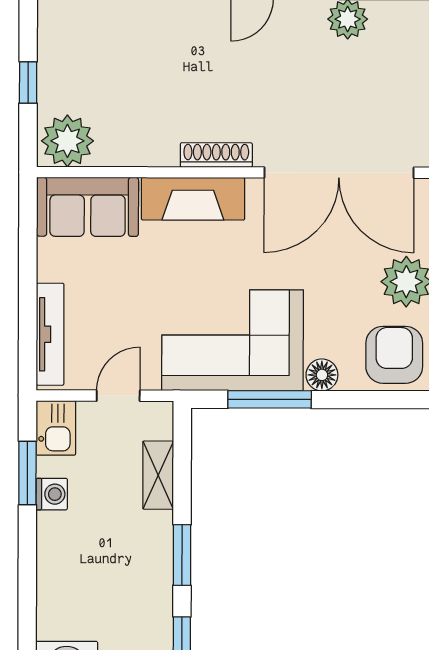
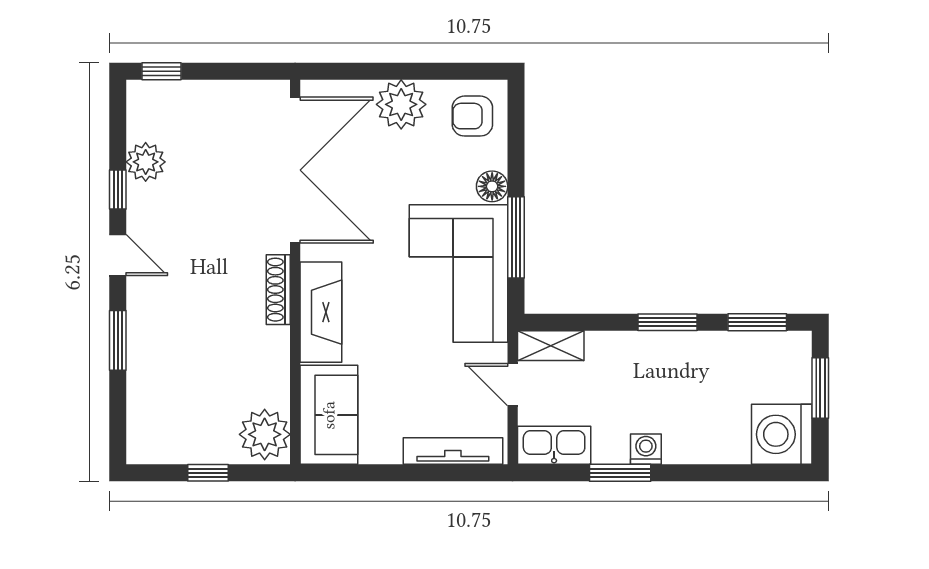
armchair: (394, 355) -> (472, 116), width x0.72, depth x0.72
kitchen sink: (56, 428) -> (554, 445), width x1.38
window: (27, 473) -> (620, 473), moved
shelving: (158, 475) -> (551, 346), moved
washing machine: (52, 494) -> (646, 449), moved

